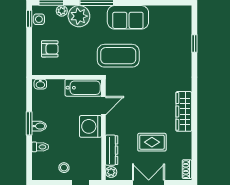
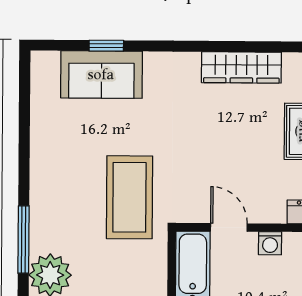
sofa: (128, 17) -> (101, 75), moved, turned 90
washing machine: (91, 126) -> (270, 243), width x0.53, depth x0.53

